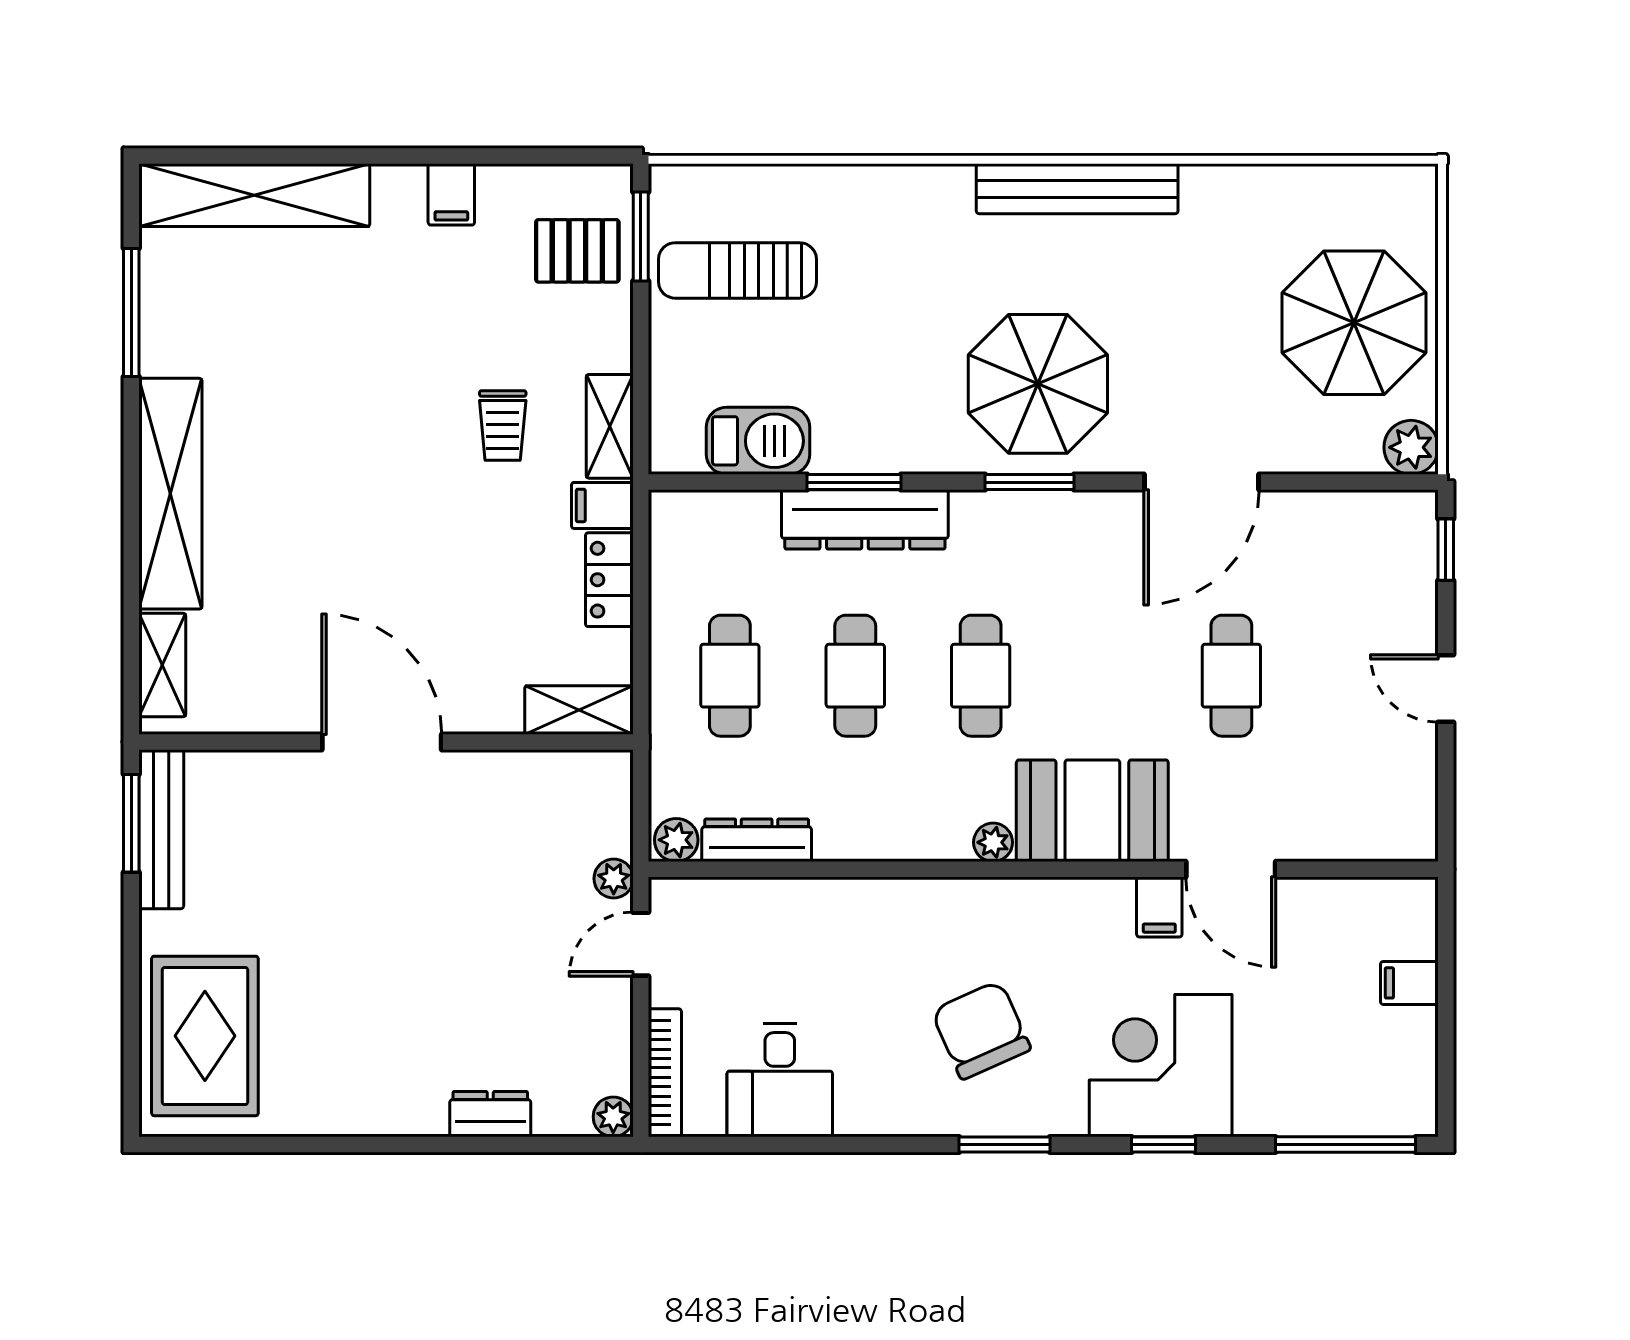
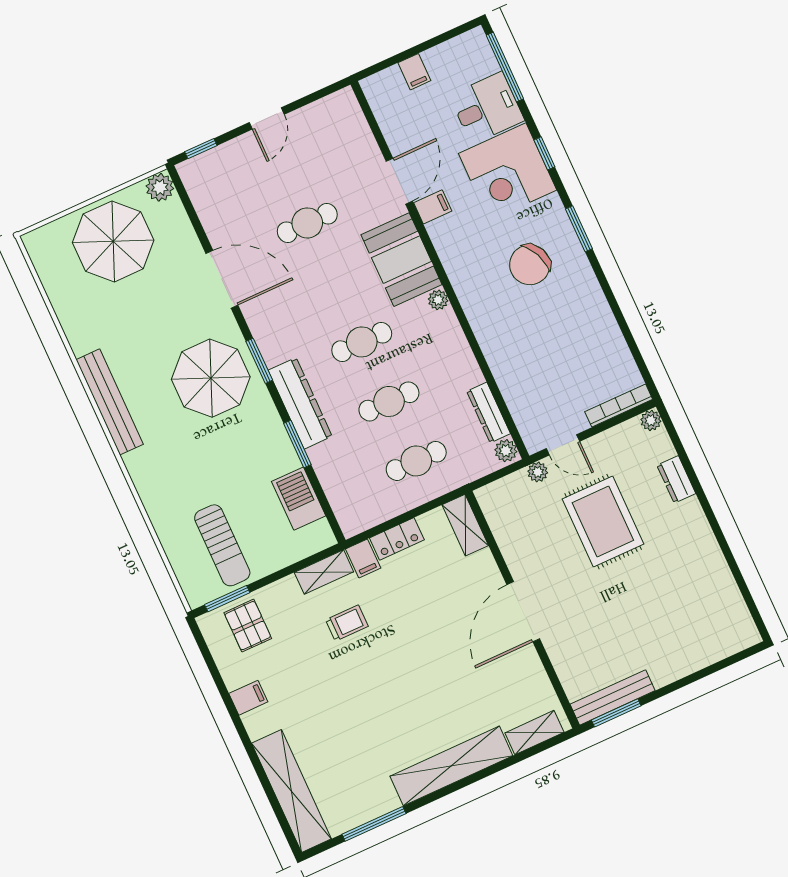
dresser: (865, 519) -> (300, 403), moved
rug: (205, 1036) -> (603, 521), moved, turned 90
desk: (780, 1080) -> (487, 108), moved

